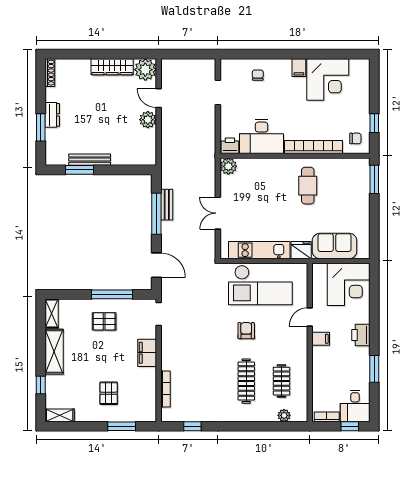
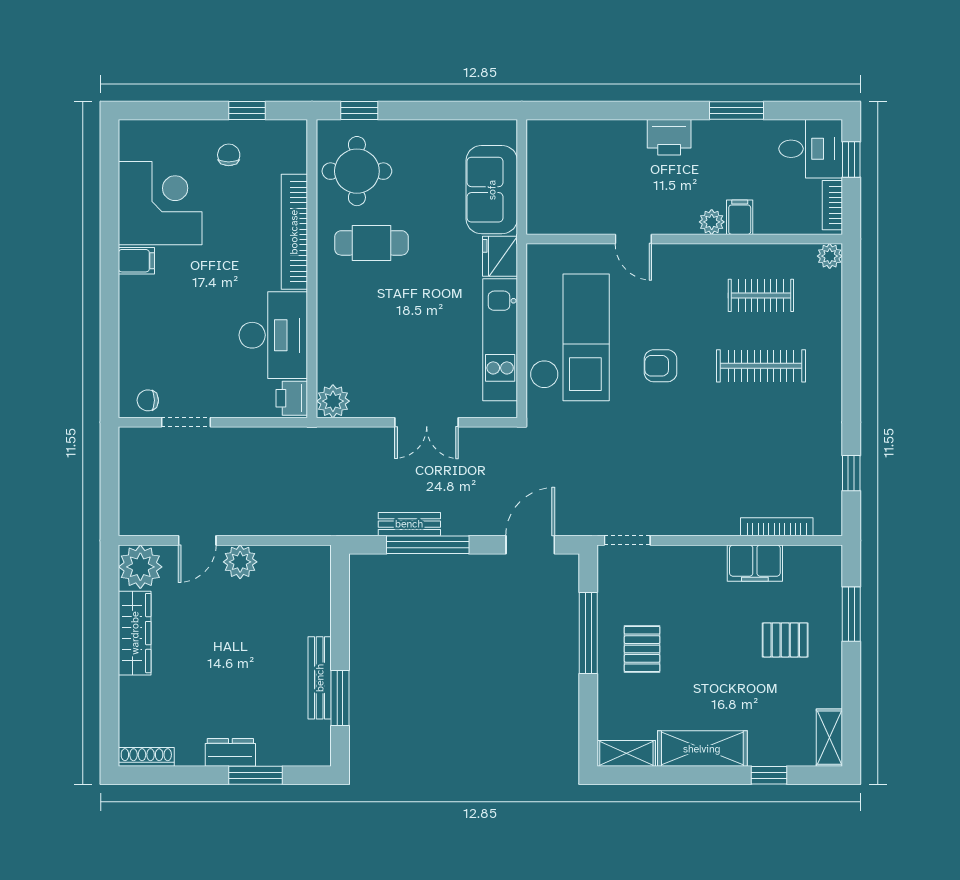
chair: (258, 75) -> (148, 400), moved
chair: (355, 138) -> (229, 155), moved
round table: (344, 178) -> (357, 171), added
window: (374, 179) -> (359, 111), width x0.67
corner desk: (349, 284) -> (568, 162), removed
filing cabinet: (321, 339) -> (740, 217), moved
filing cabinet: (147, 353) -> (755, 563), moved
plant: (318, 356) -> (712, 222), added
plant: (284, 415) -> (830, 256), moved

